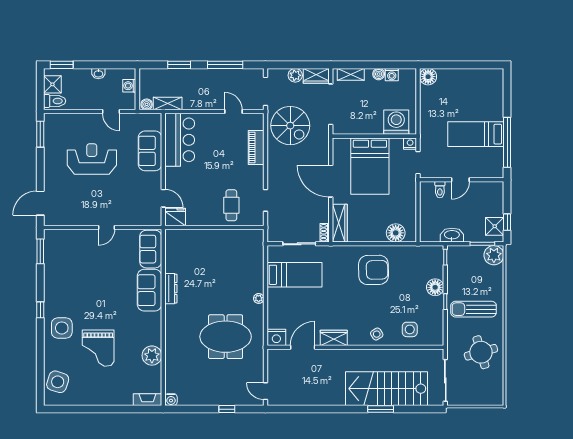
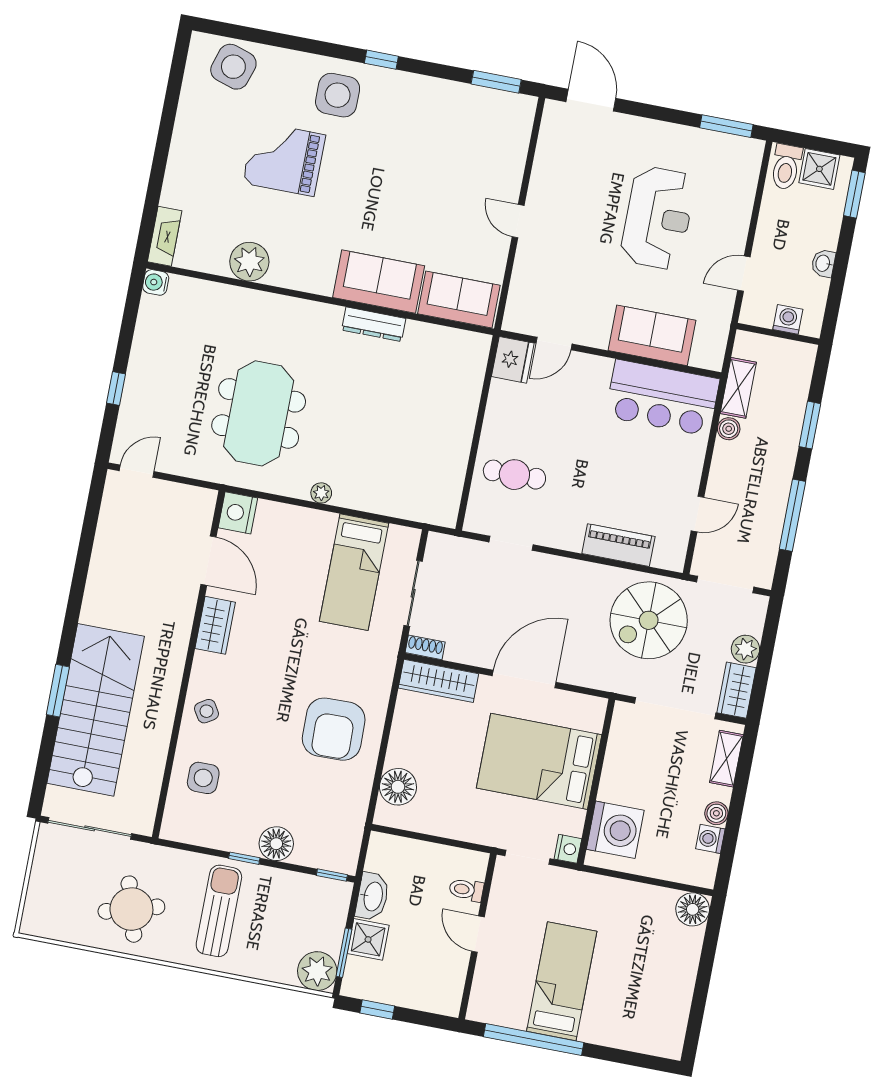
boiler: (147, 104) -> (729, 429), moved
shower: (495, 226) -> (368, 939), moved

